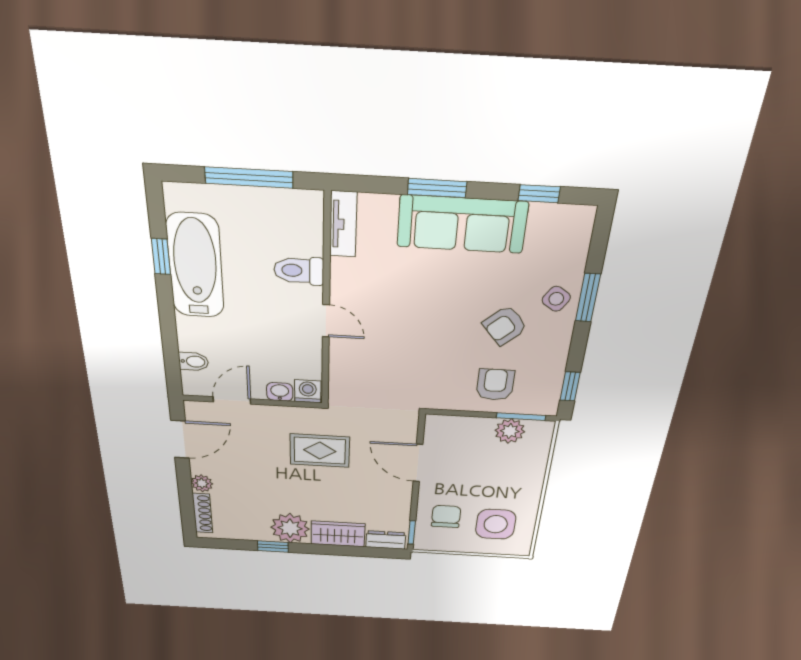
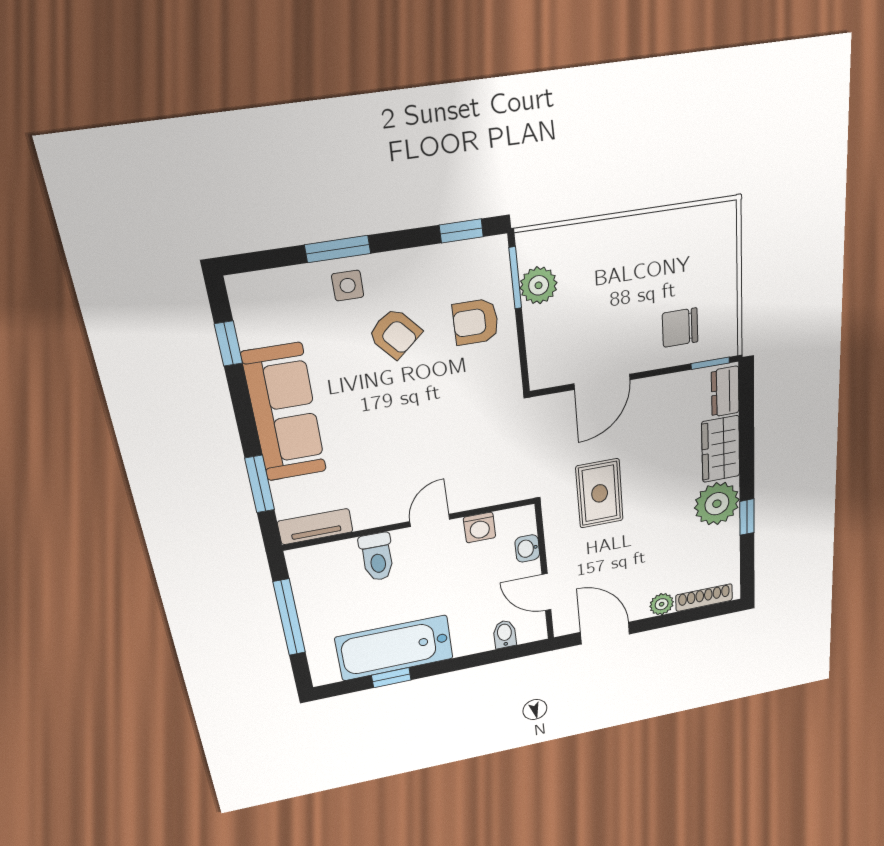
window: (437, 188) -> (260, 484), moved
side table: (556, 299) -> (348, 286), turned -33
washing machine: (308, 391) -> (480, 527), moved, turned -90
side table: (496, 524) -> (686, 261), removed

